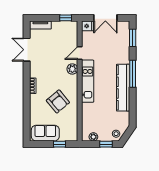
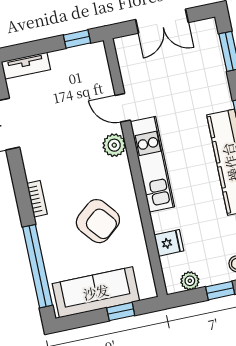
fridge: (88, 26) -> (169, 243), moved
door: (80, 53) -> (123, 108), hinge flipped
window: (27, 116) -> (38, 266), added
sofa: (45, 133) -> (96, 292), width x1.36

